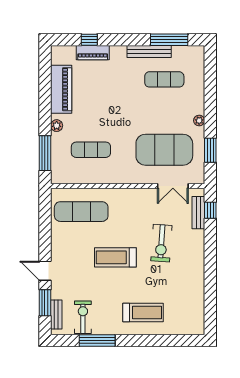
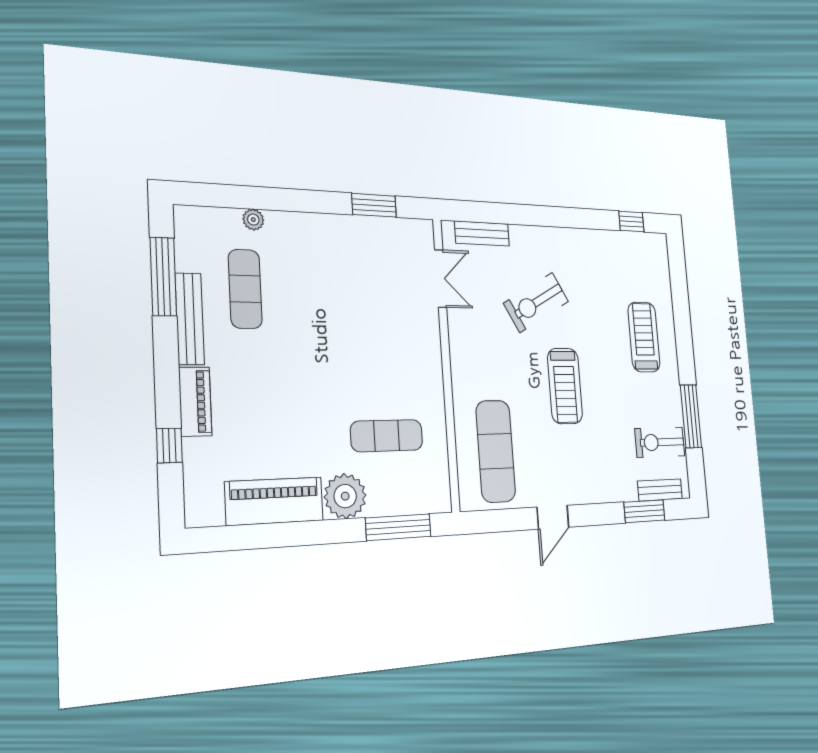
piano: (93, 53) -> (195, 402), moved
plant: (199, 121) -> (253, 220), moved
plant: (57, 126) -> (345, 496), width x1.88, depth x1.88
exercise mat: (91, 150) -> (387, 436), turned 90
exercise mat: (164, 150) -> (378, 293), removed
window: (210, 210) -> (631, 221), moved
exercise bike: (161, 243) -> (536, 302), turned 147
door: (45, 271) -> (553, 517), moved

